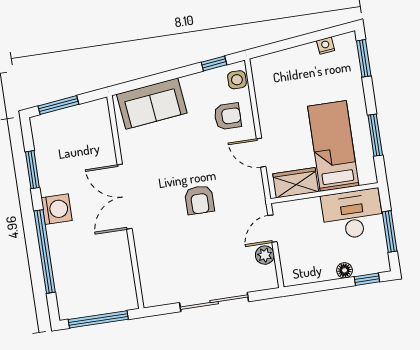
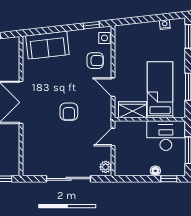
plant: (265, 255) -> (106, 167), moved

